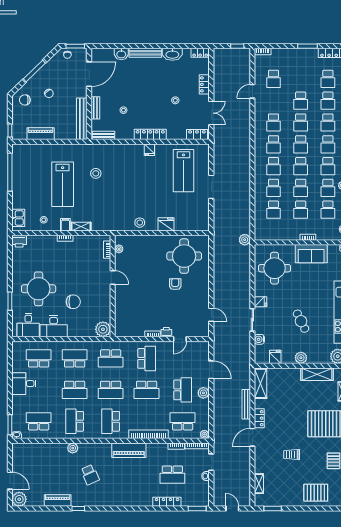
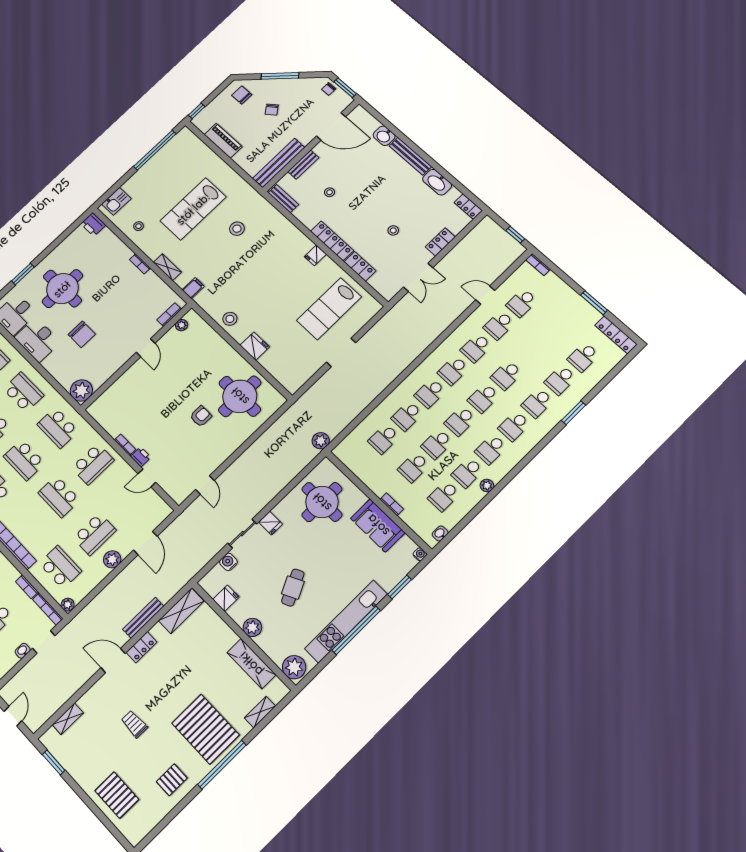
school desk: (301, 101) -> (499, 325), moved
locker: (197, 134) -> (360, 266), moved
filing cabinet: (65, 225) -> (193, 288), moved

